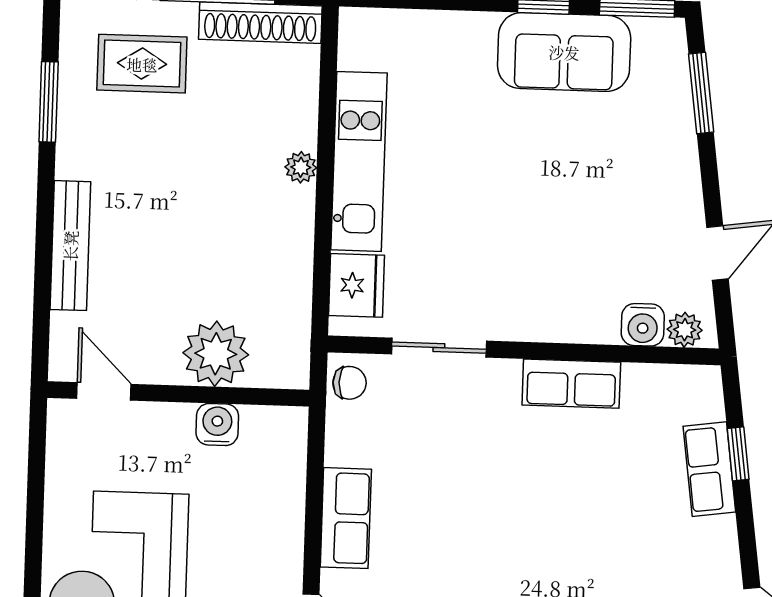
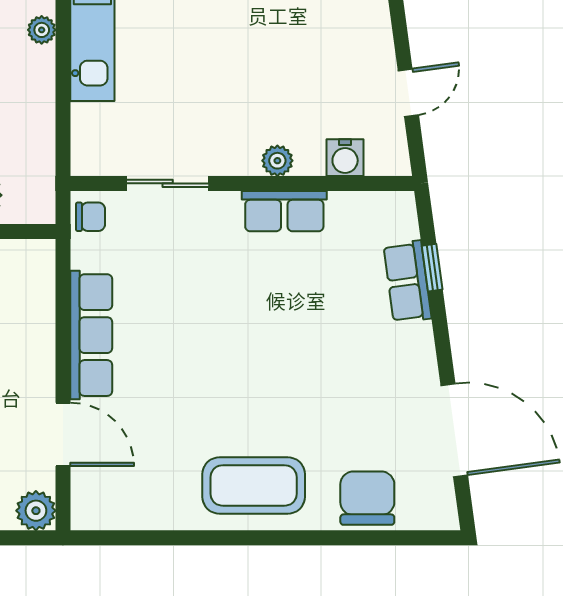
fridge: (356, 285) -> (94, 131), removed
plant: (685, 330) -> (277, 161), moved
row of seats: (346, 518) -> (91, 335), width x1.48

